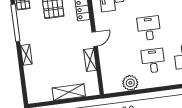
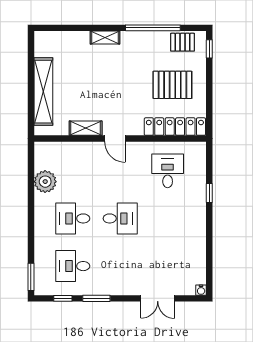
desk: (153, 61) -> (73, 218), turned 180
shelving: (69, 92) -> (43, 92), width x1.47

